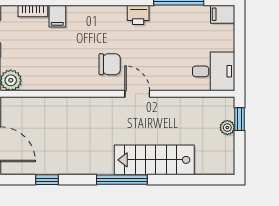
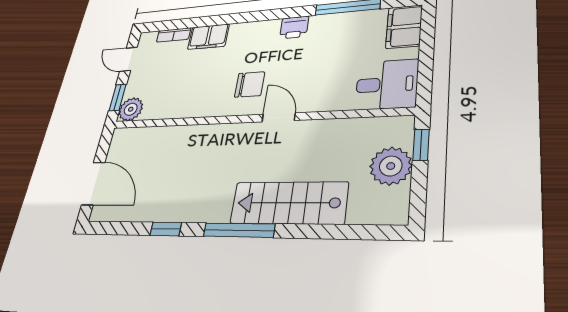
filing cabinet: (223, 14) -> (404, 27), width x2.00
filing cabinet: (57, 16) -> (208, 37), width x2.00
plant: (227, 128) -> (391, 166), width x1.88, depth x1.88
window: (47, 180) -> (166, 229), moved

